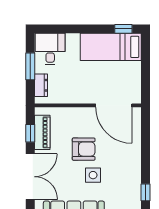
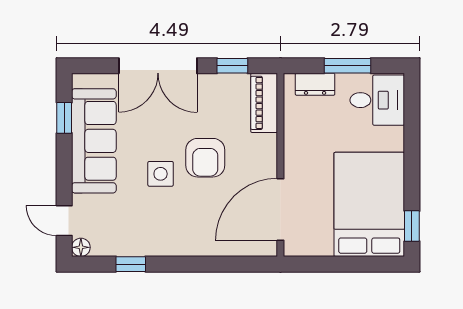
bed: (111, 47) -> (369, 204), width x1.50
piano: (42, 132) -> (264, 103), moved, turned 90

